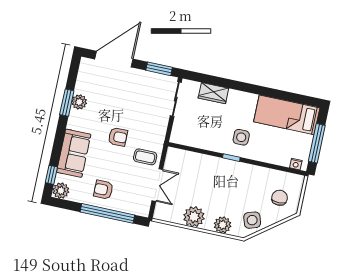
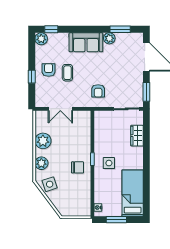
window: (67, 103) -> (120, 29), moved
armchair: (118, 137) -> (98, 91), moved
window: (317, 143) -> (116, 220), width x0.69
sofa: (74, 153) -> (86, 42), moved
coffee table: (145, 157) -> (67, 73), moved
chair: (280, 198) -> (78, 167), moved
window: (107, 213) -> (32, 77), width x0.32

